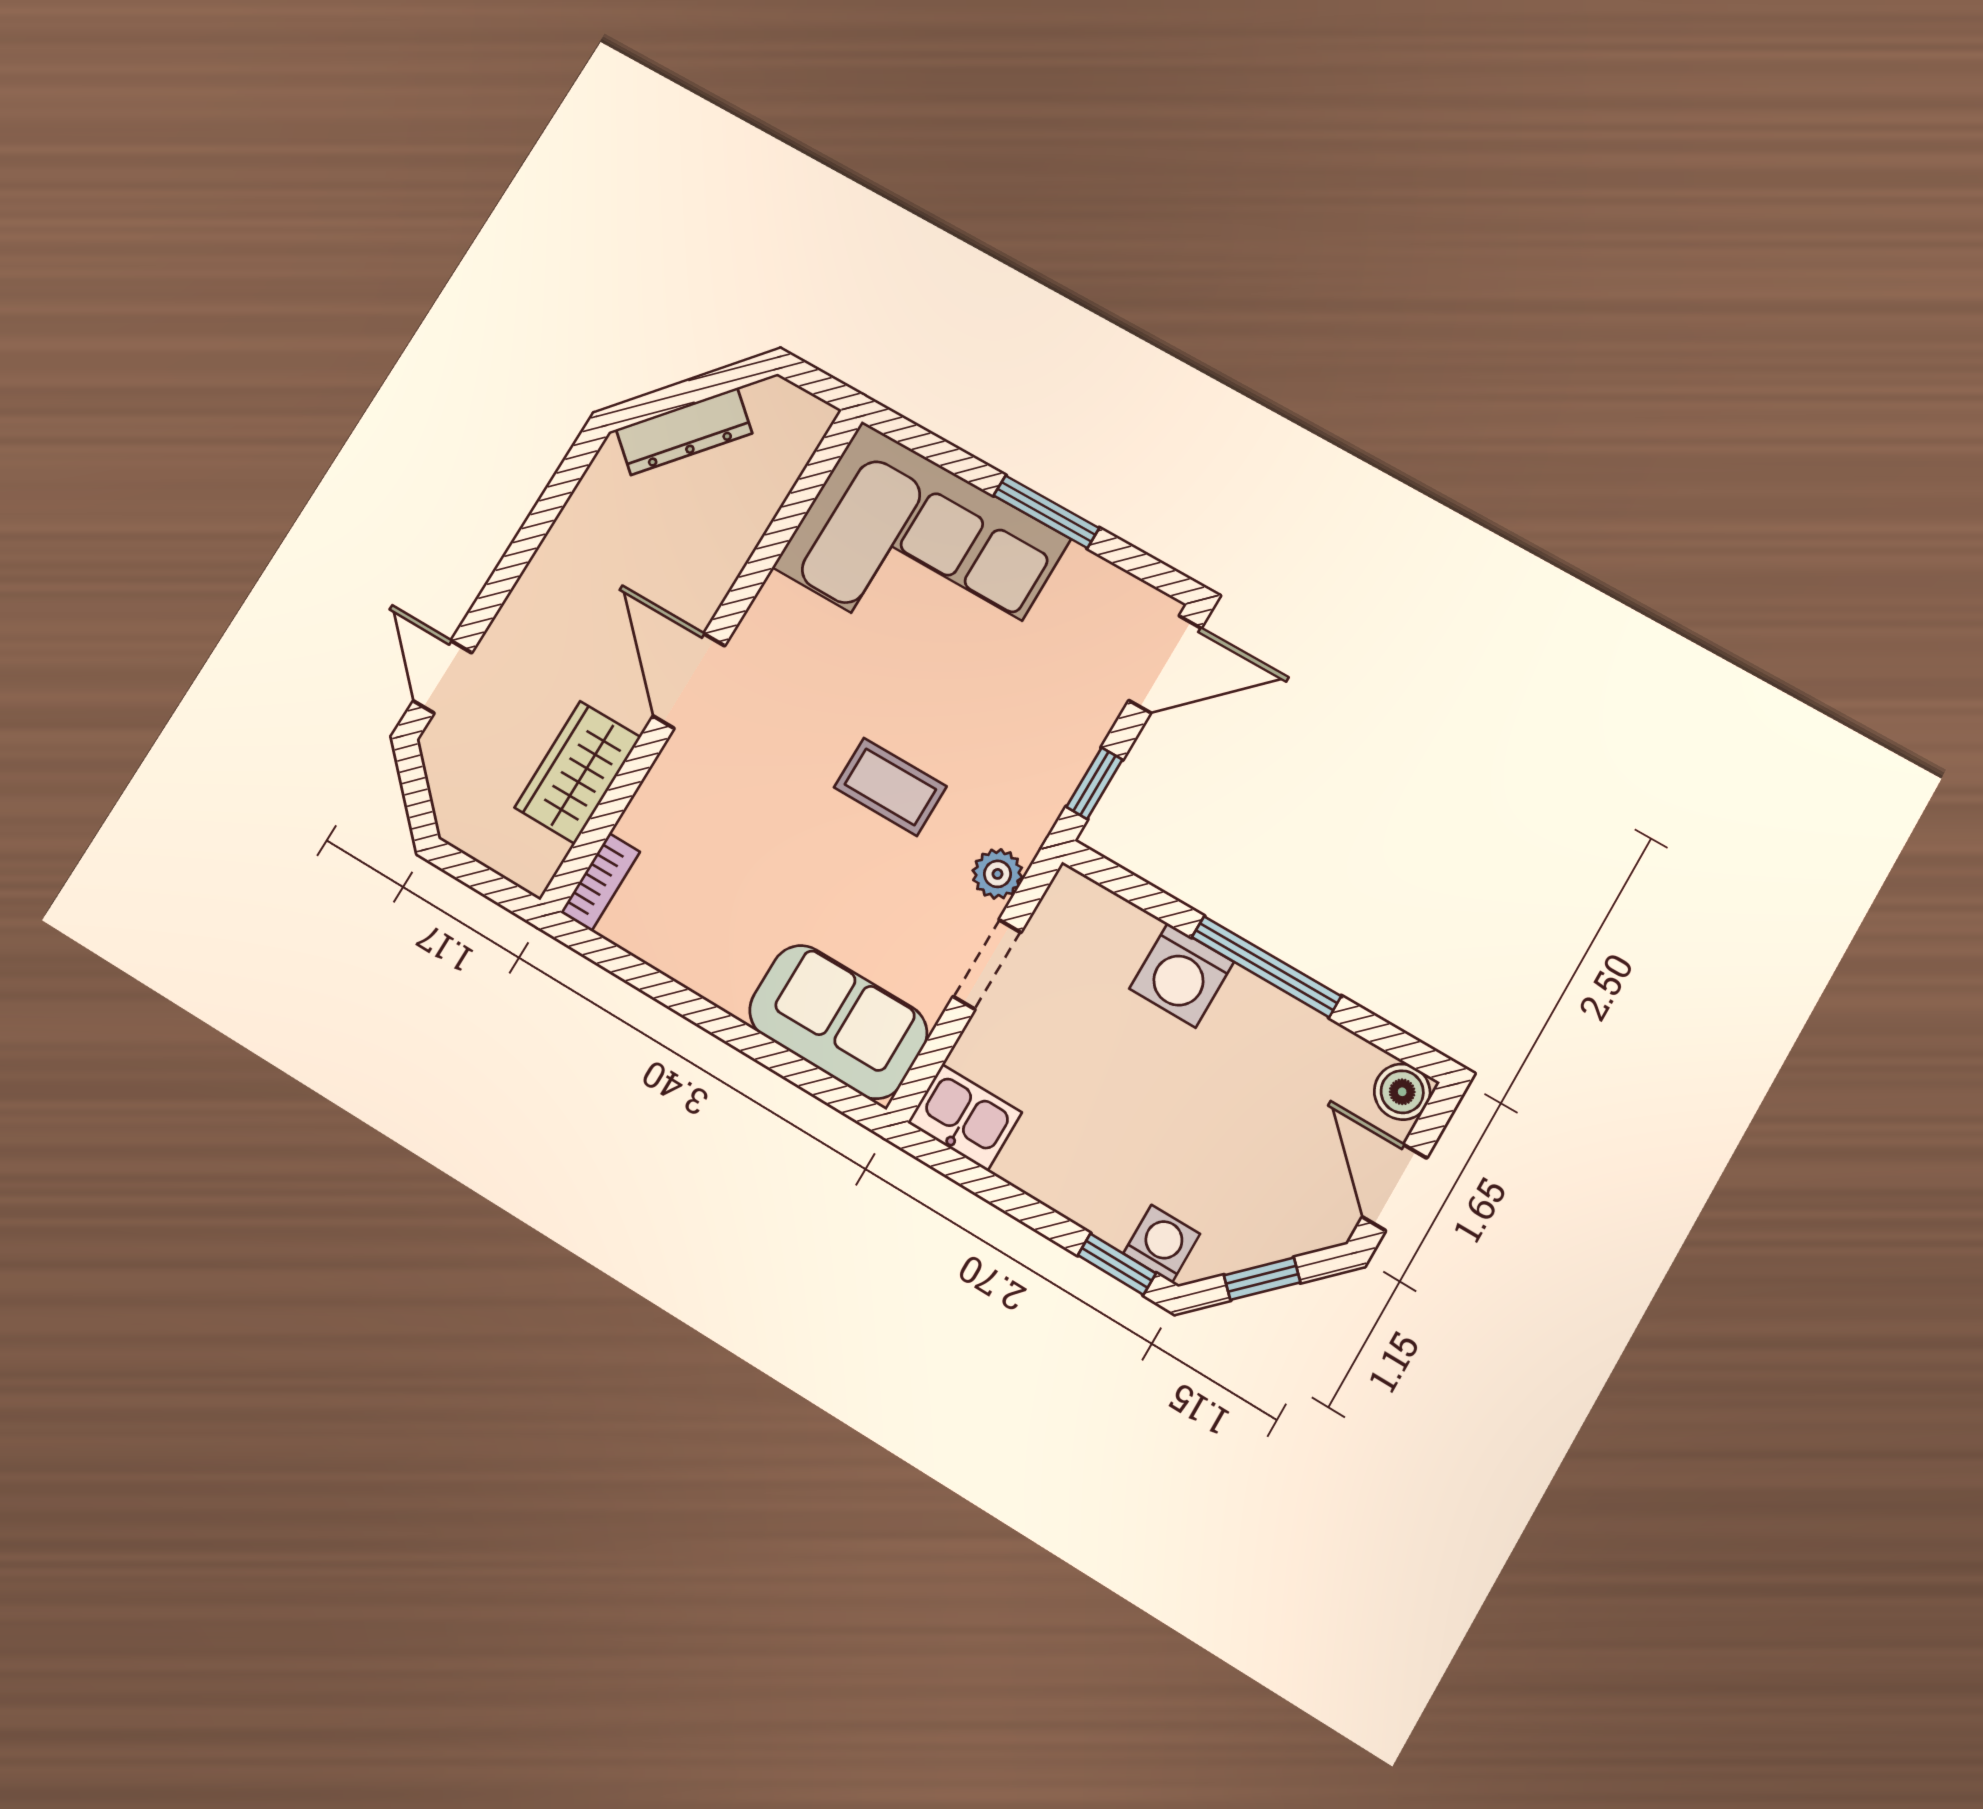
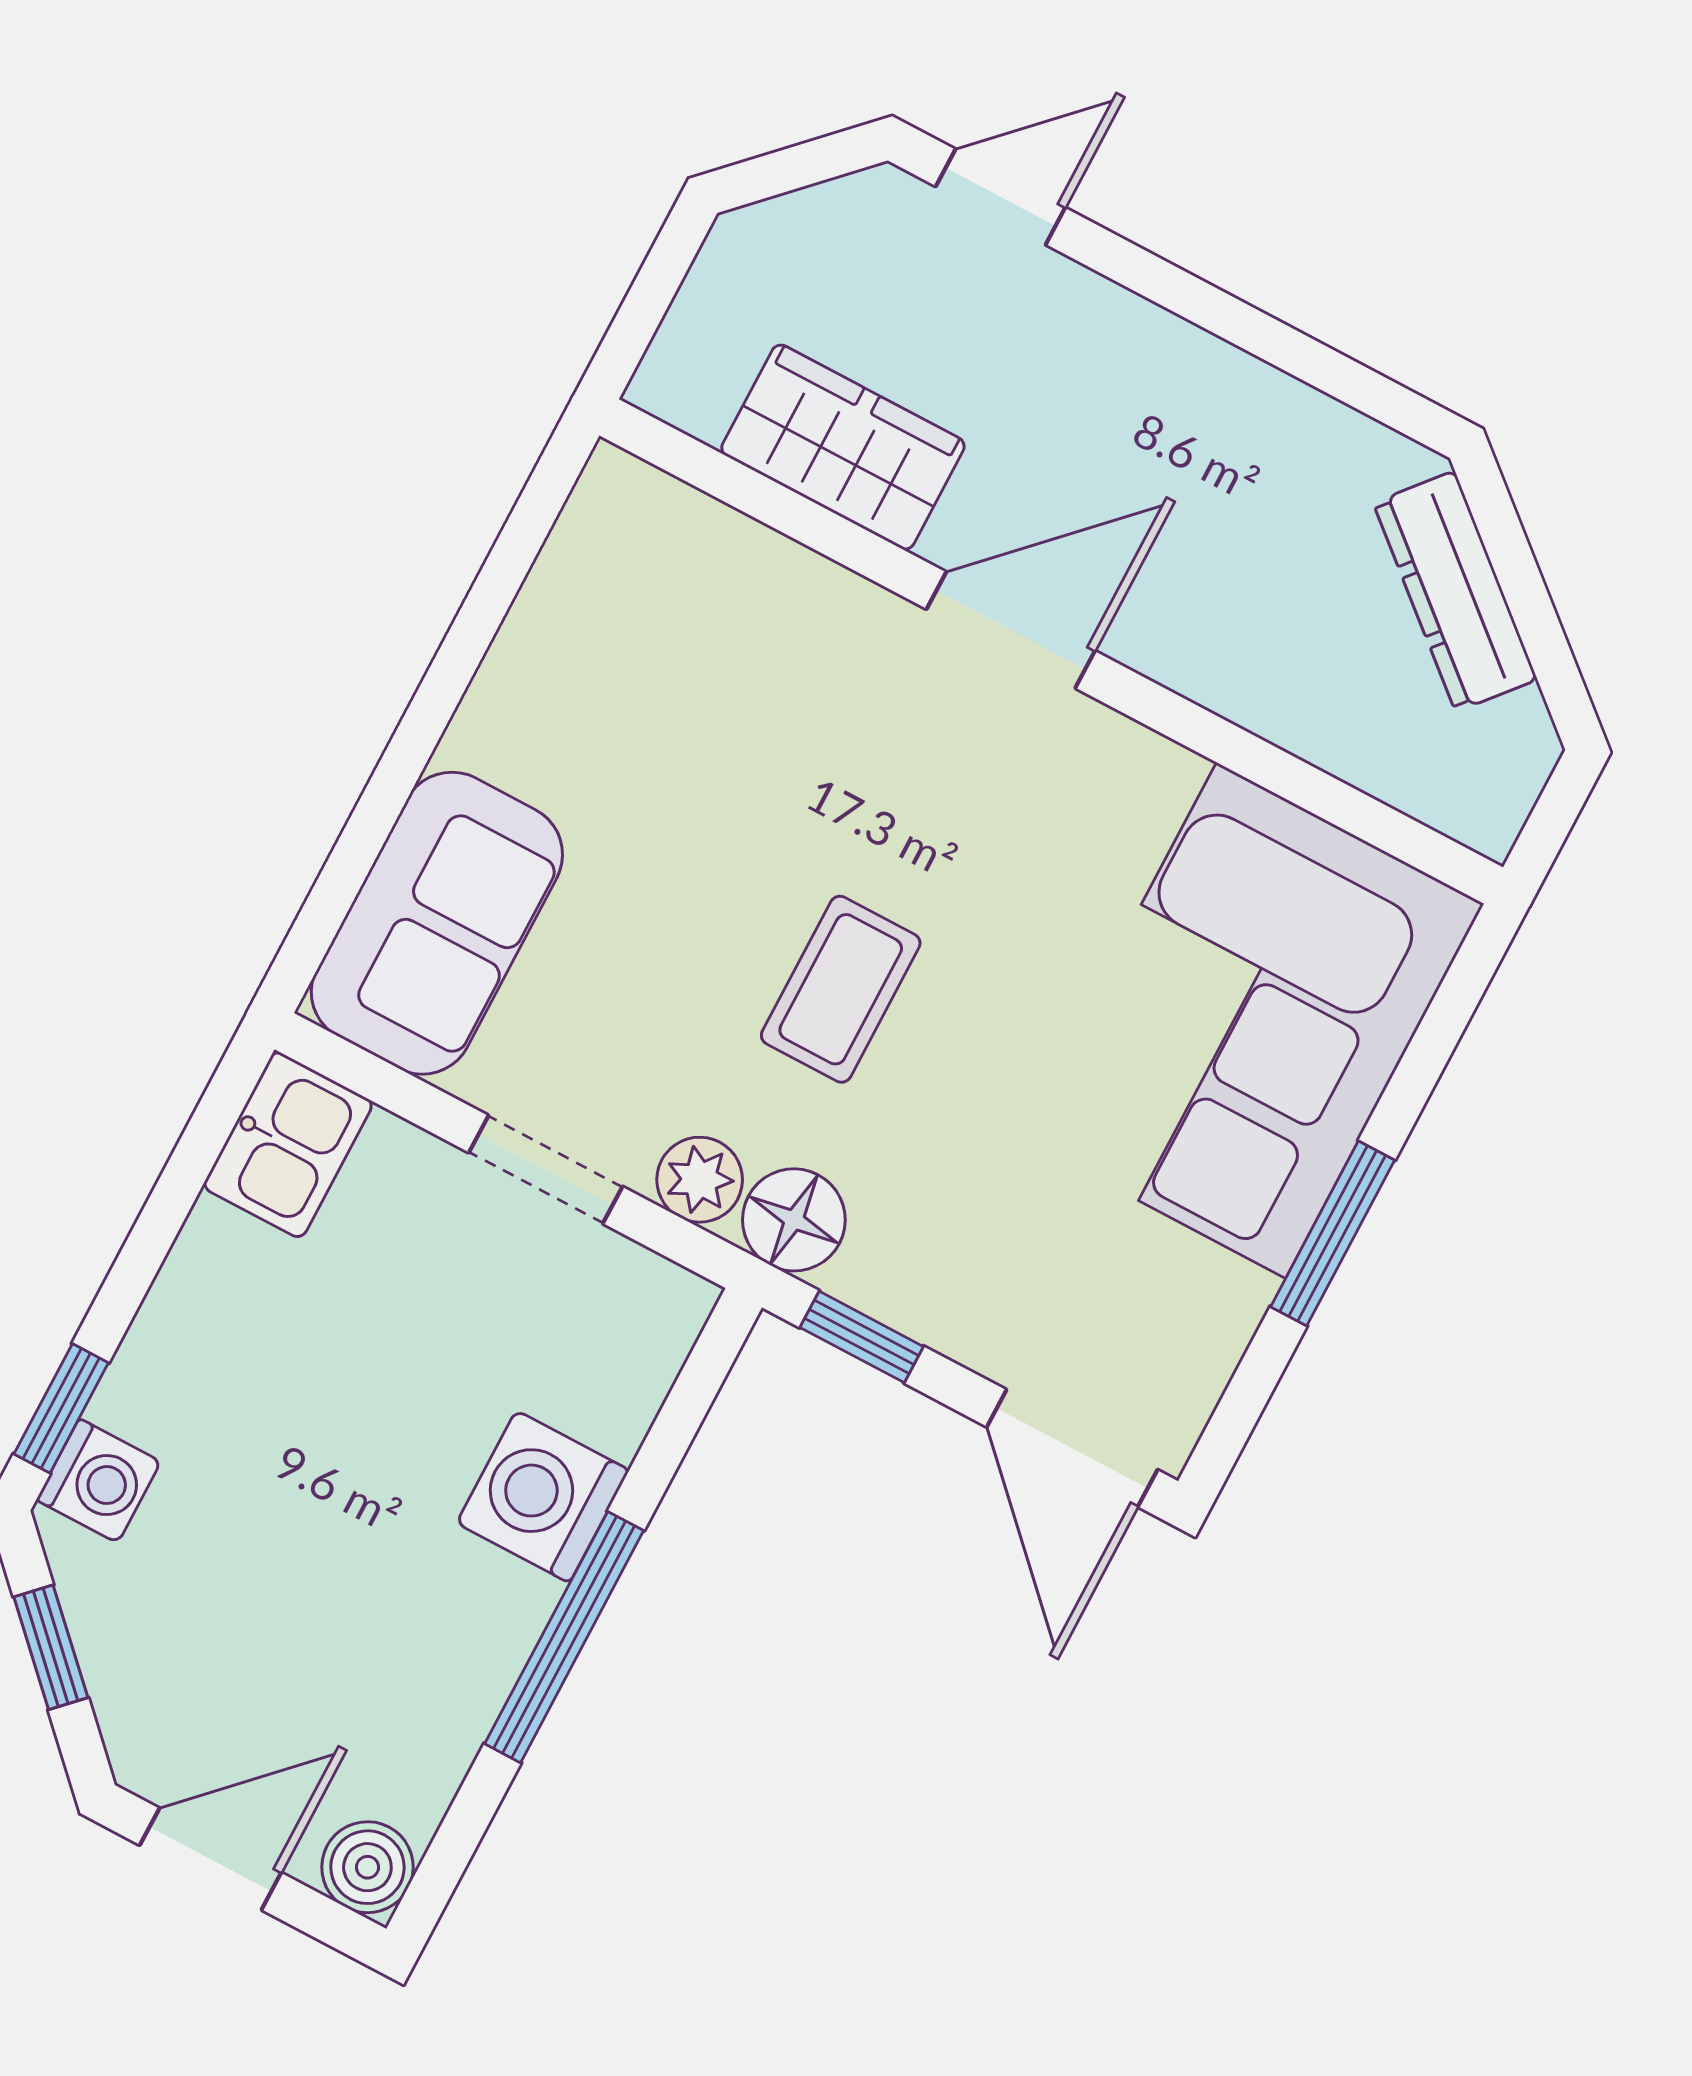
floor lamp: (1024, 820) -> (794, 1220), added
bookcase: (600, 882) -> (655, 501), removed

